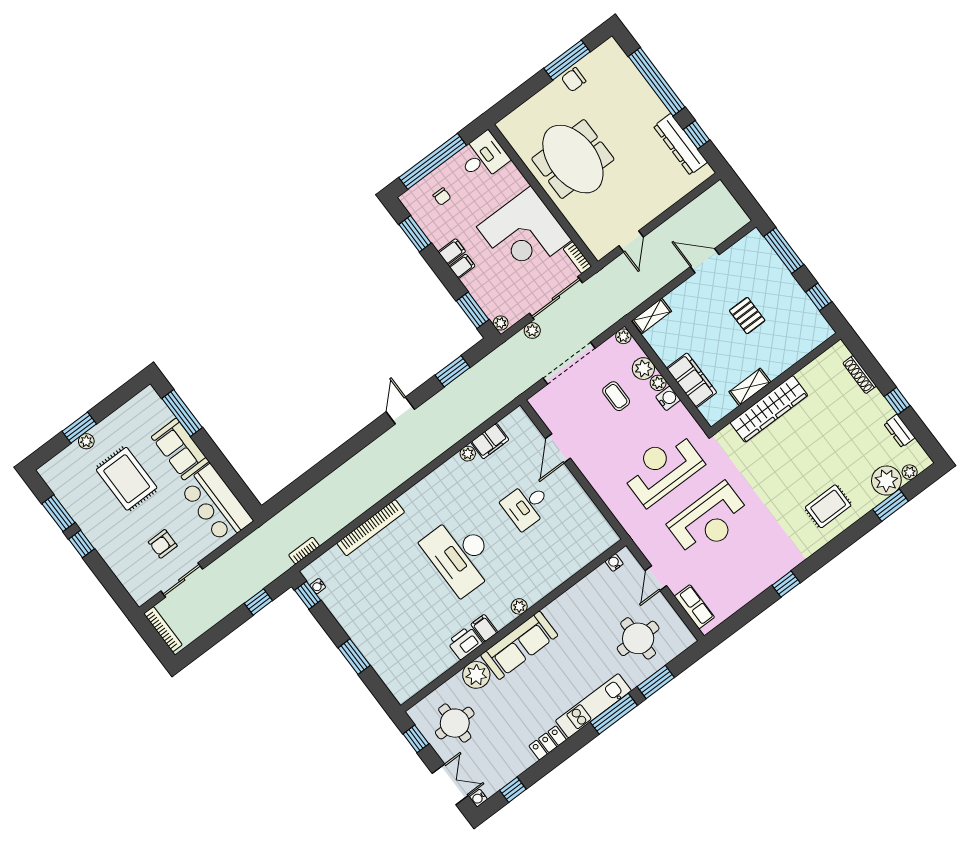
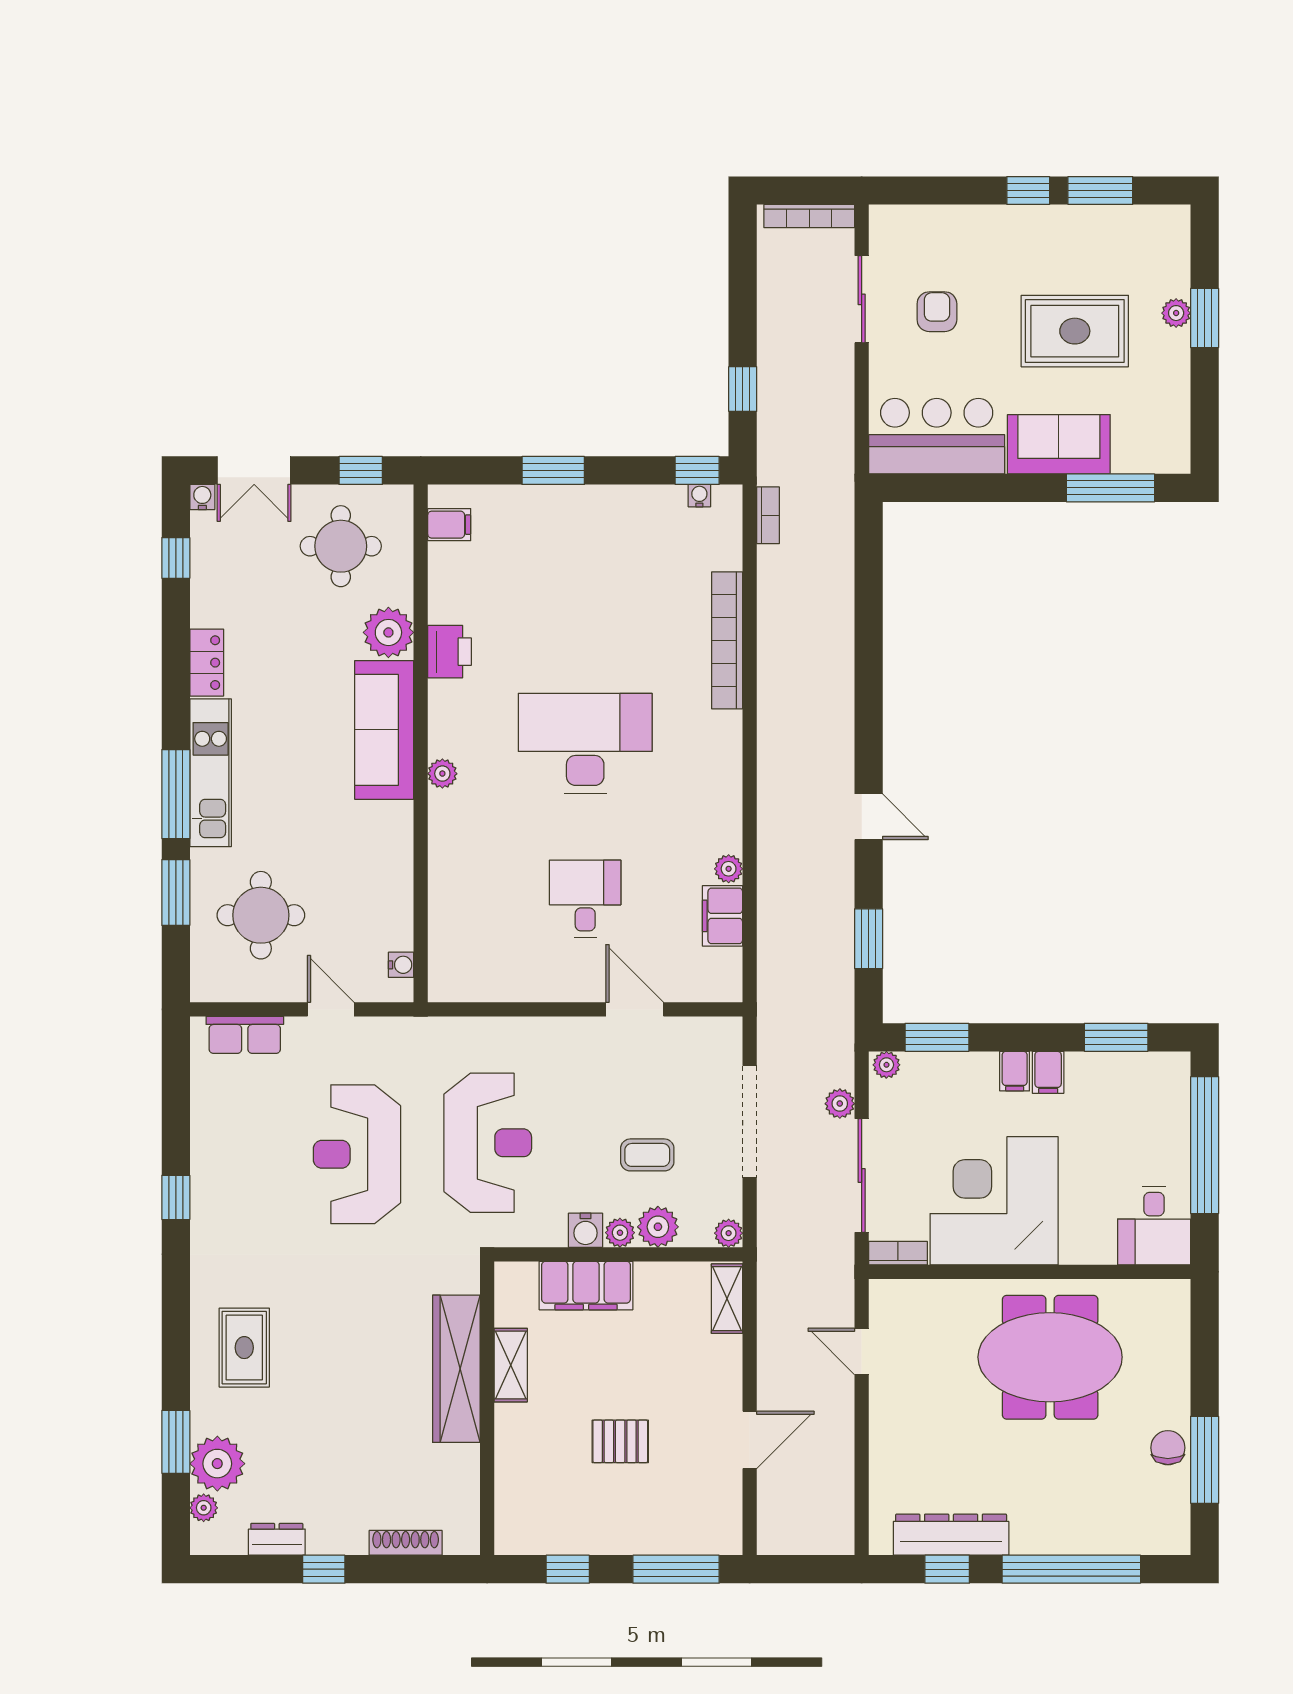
chair: (442, 197) -> (1142, 1119), removed
filing cabinet: (484, 628) -> (449, 525), moved

